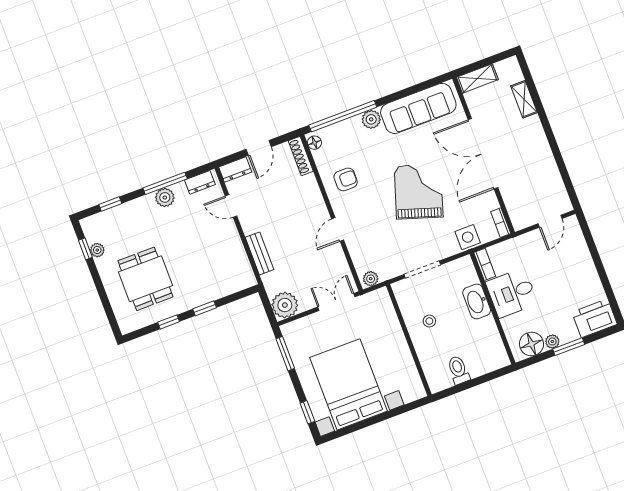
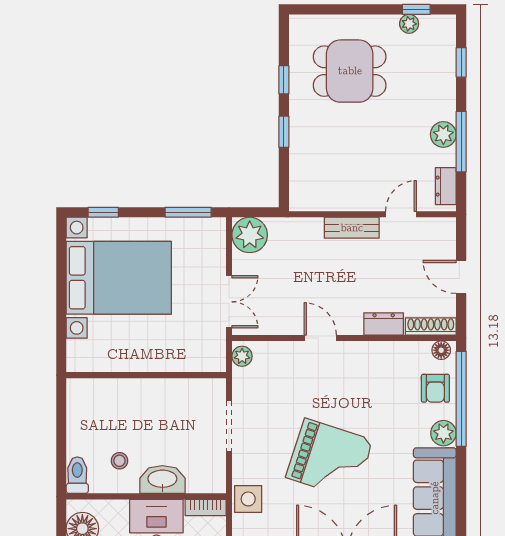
dresser: (235, 170) -> (384, 324), moved, turned 90
armchair: (346, 179) -> (435, 388), moved
bench: (260, 253) -> (352, 228), moved
stool: (429, 321) -> (119, 461), moved
toilet: (458, 370) -> (77, 475), moved, turned -90

